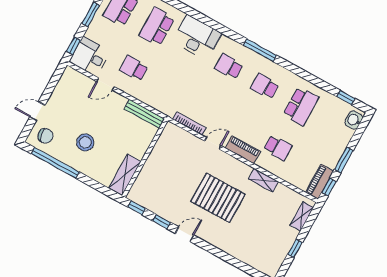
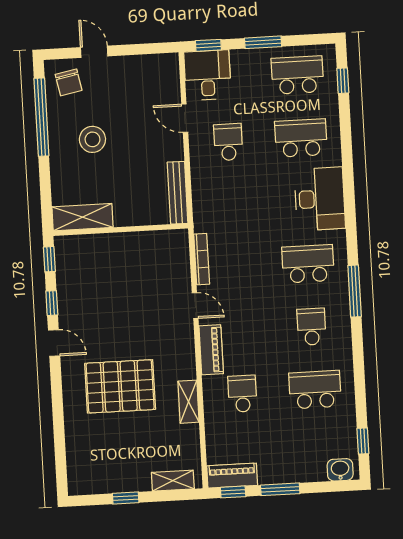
school desk: (229, 66) -> (308, 264), width x1.85
school desk: (301, 106) -> (315, 390), turned 180
school desk: (278, 148) -> (242, 394), turned 180
pallet: (218, 198) -> (120, 386), moved, turned 90

